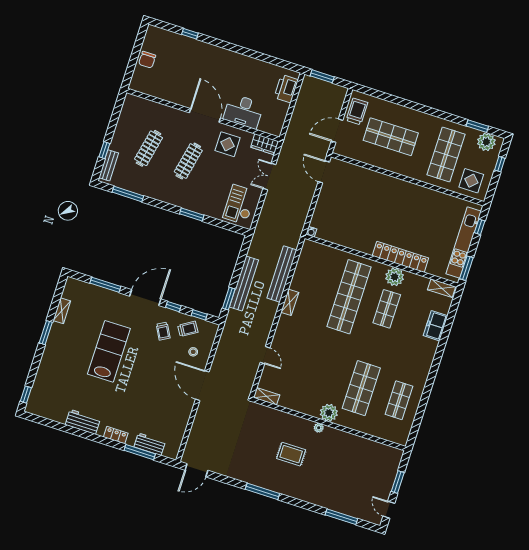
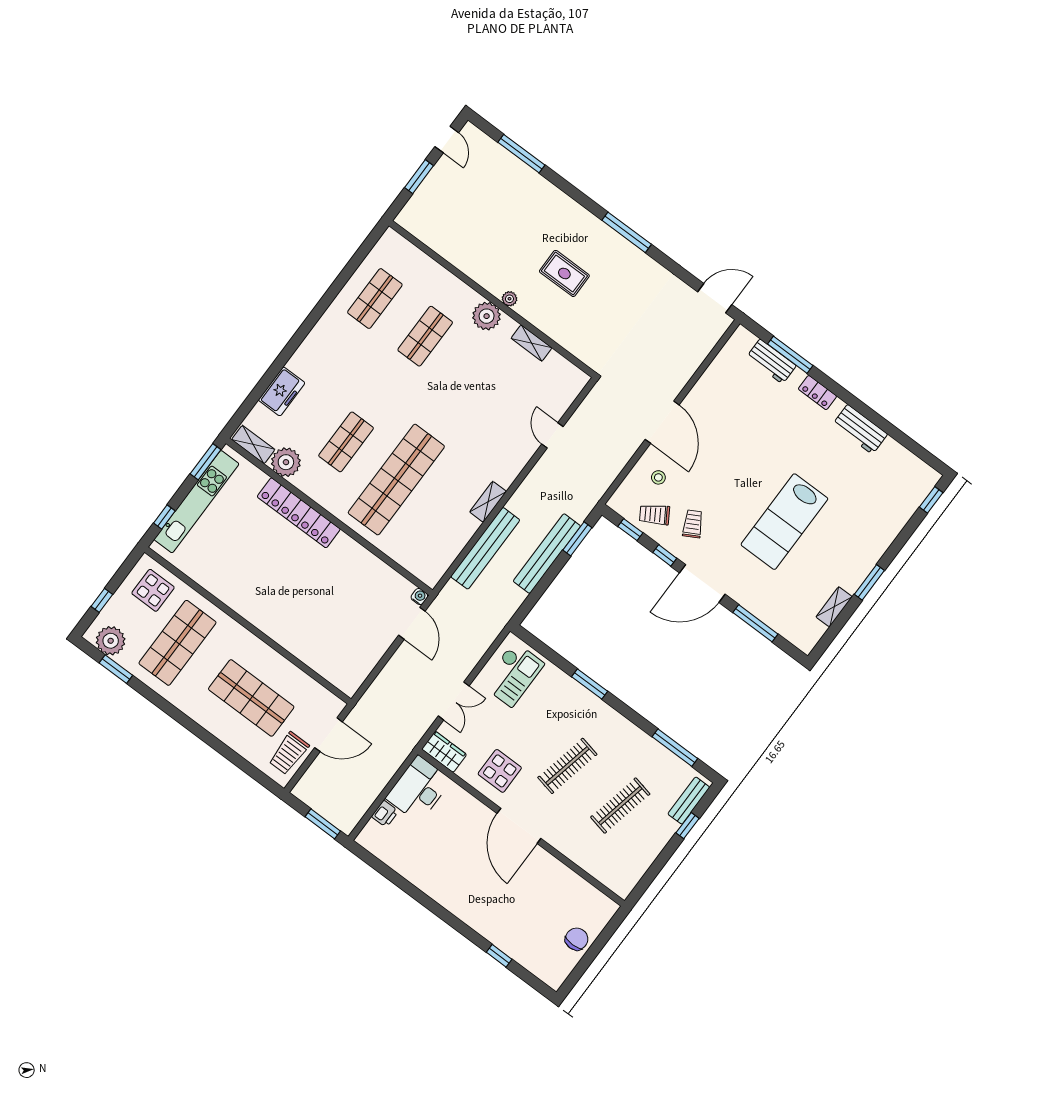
printer: (286, 89) -> (385, 814), width x0.53, depth x0.68
desk: (243, 111) -> (419, 789), moved, turned -90
door: (324, 172) -> (412, 623), moved
plant: (395, 277) -> (286, 462), moved
shop shelf: (361, 388) -> (425, 336), width x0.70, depth x0.74
shelving: (267, 396) -> (532, 343), moved

